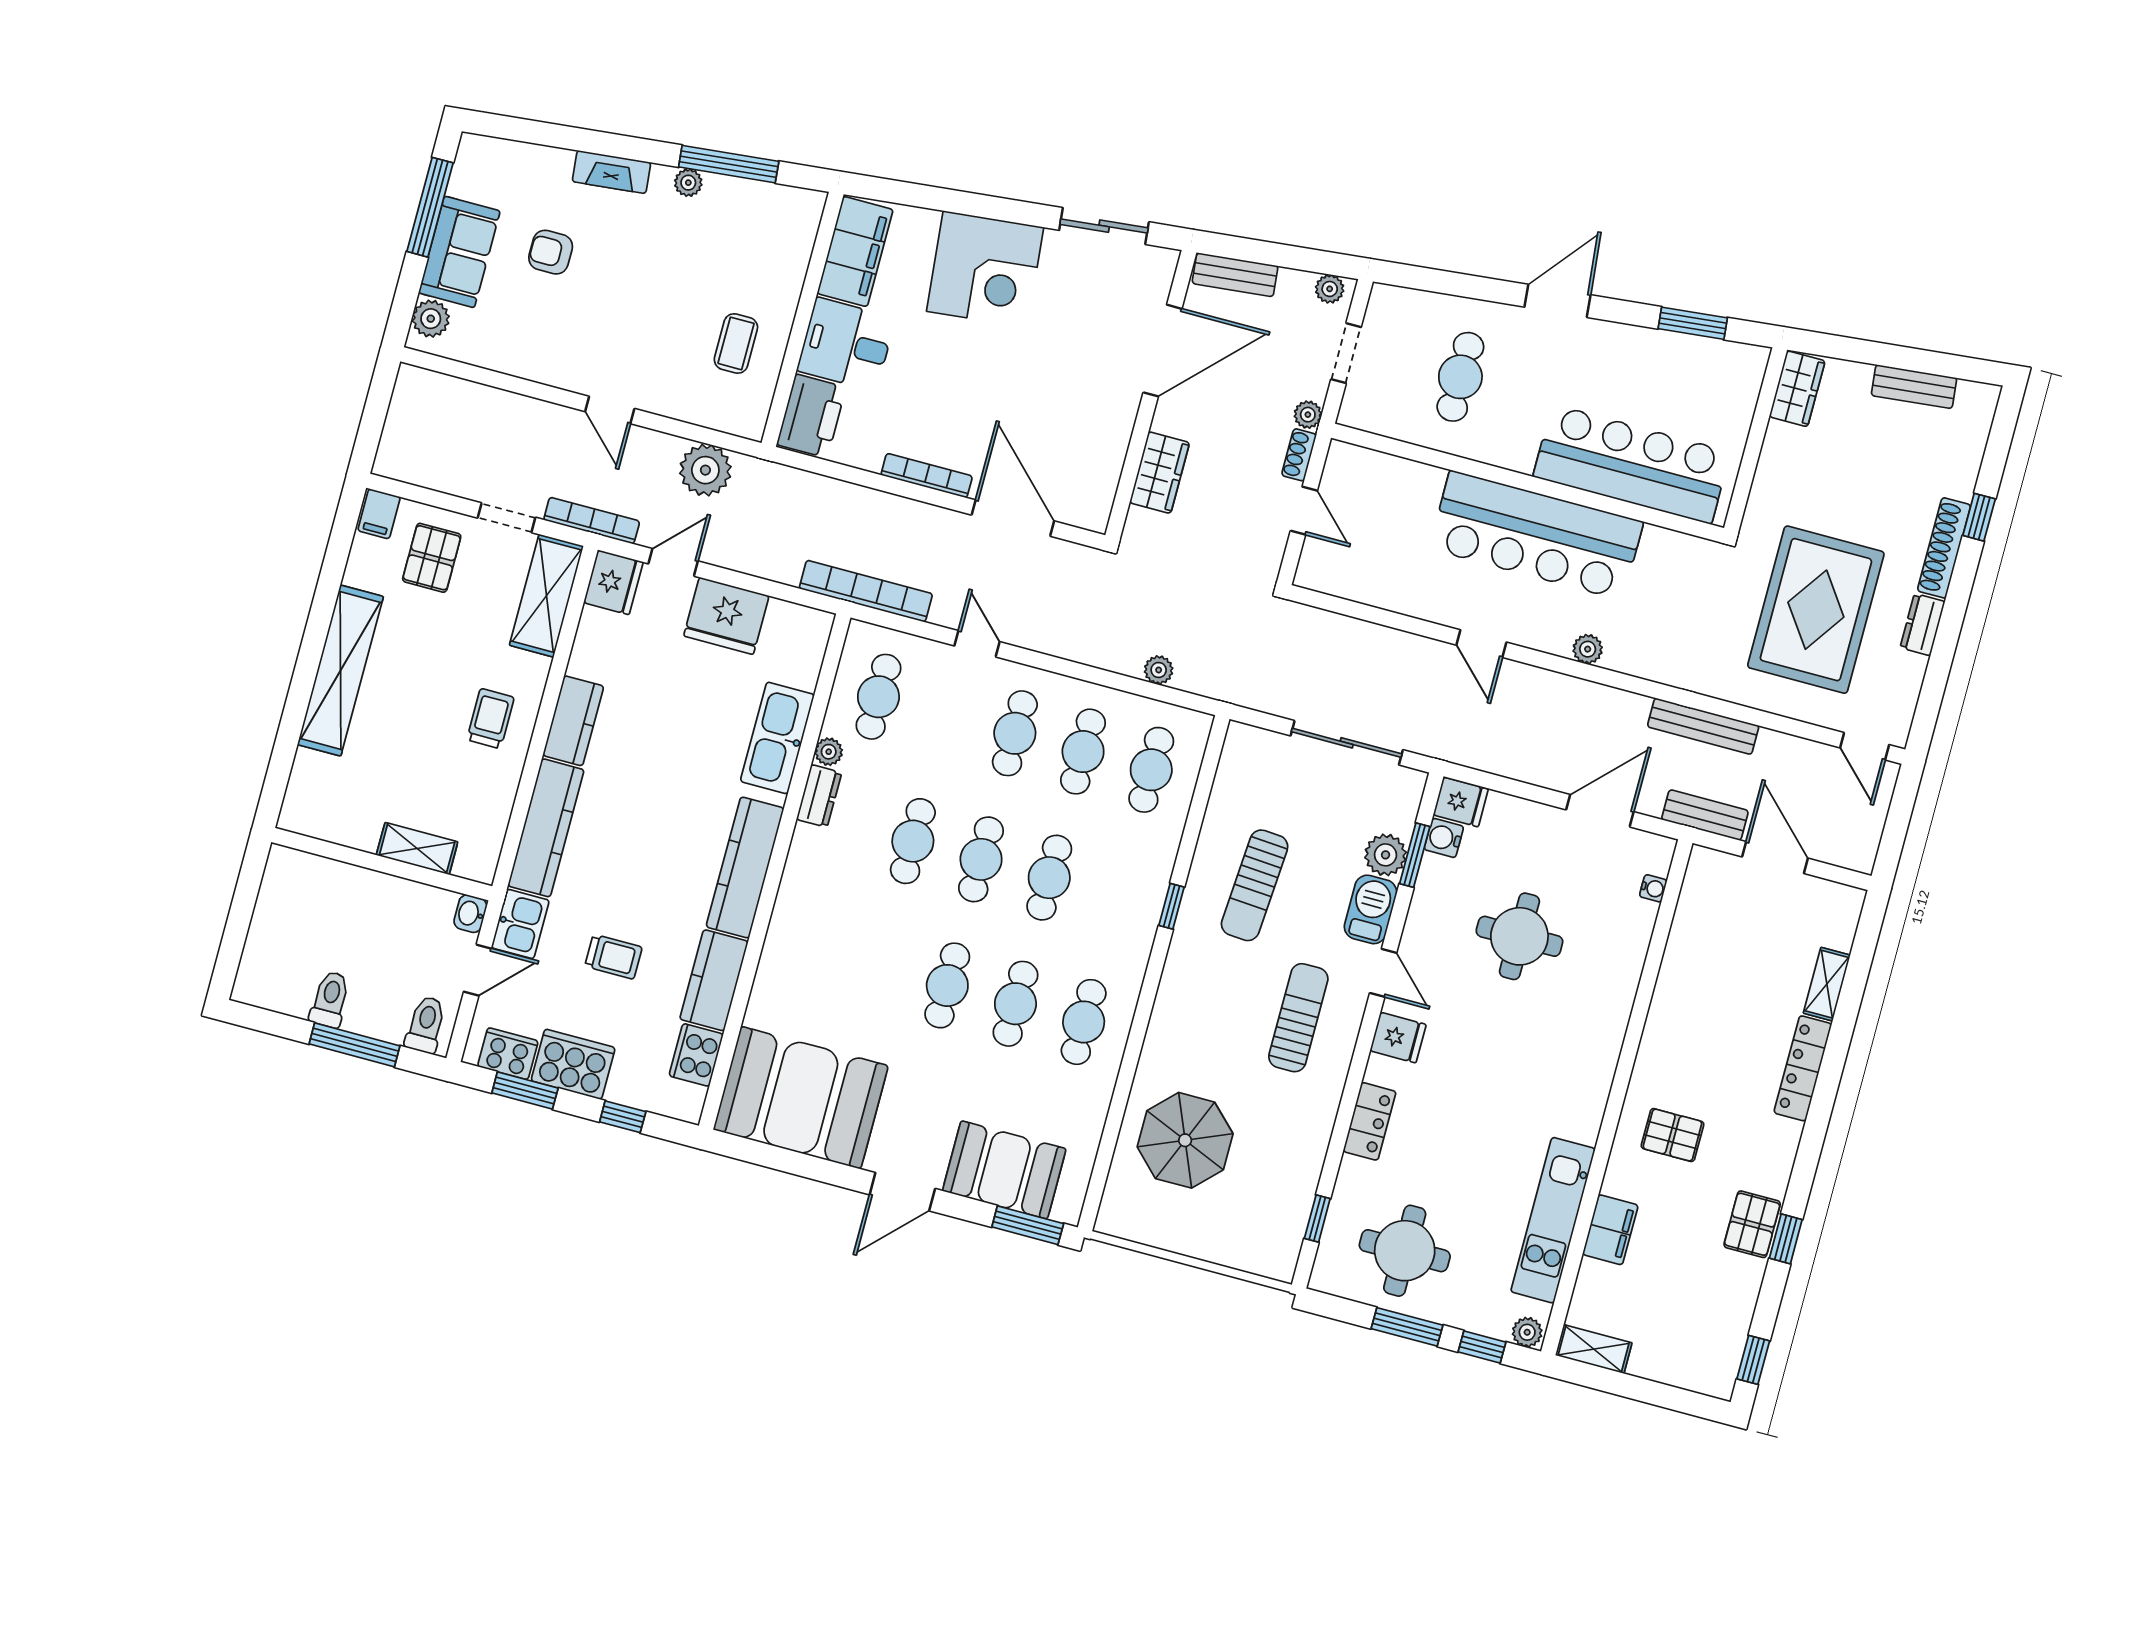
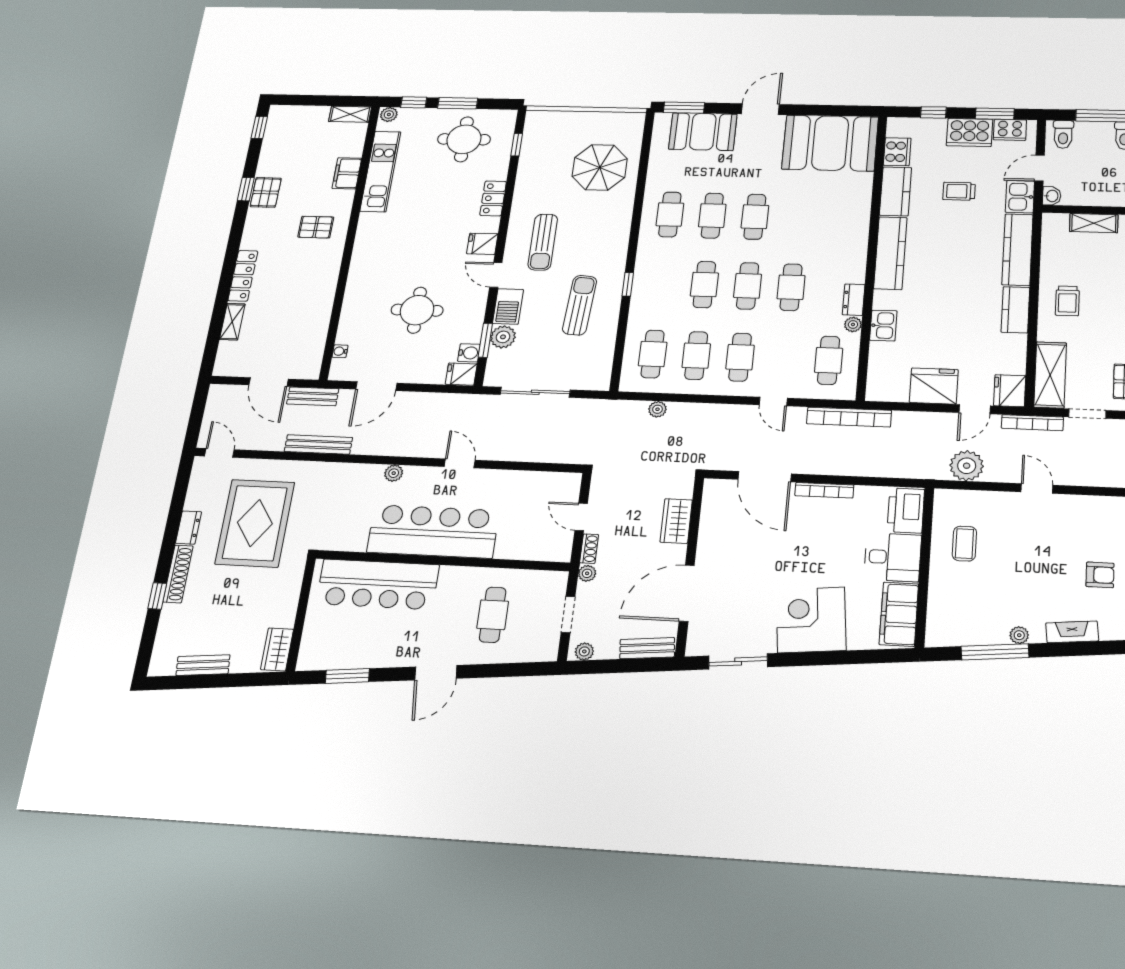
kitchen sink: (777, 738) -> (883, 326), width x0.53, depth x0.81

